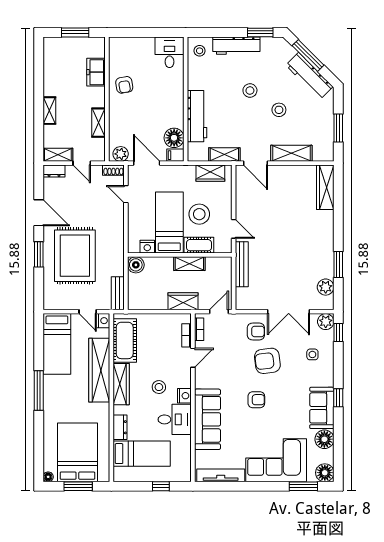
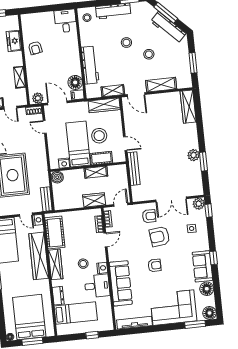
wardrobe: (210, 173) -> (104, 105), width x1.50
plant: (326, 287) -> (194, 155), moved

